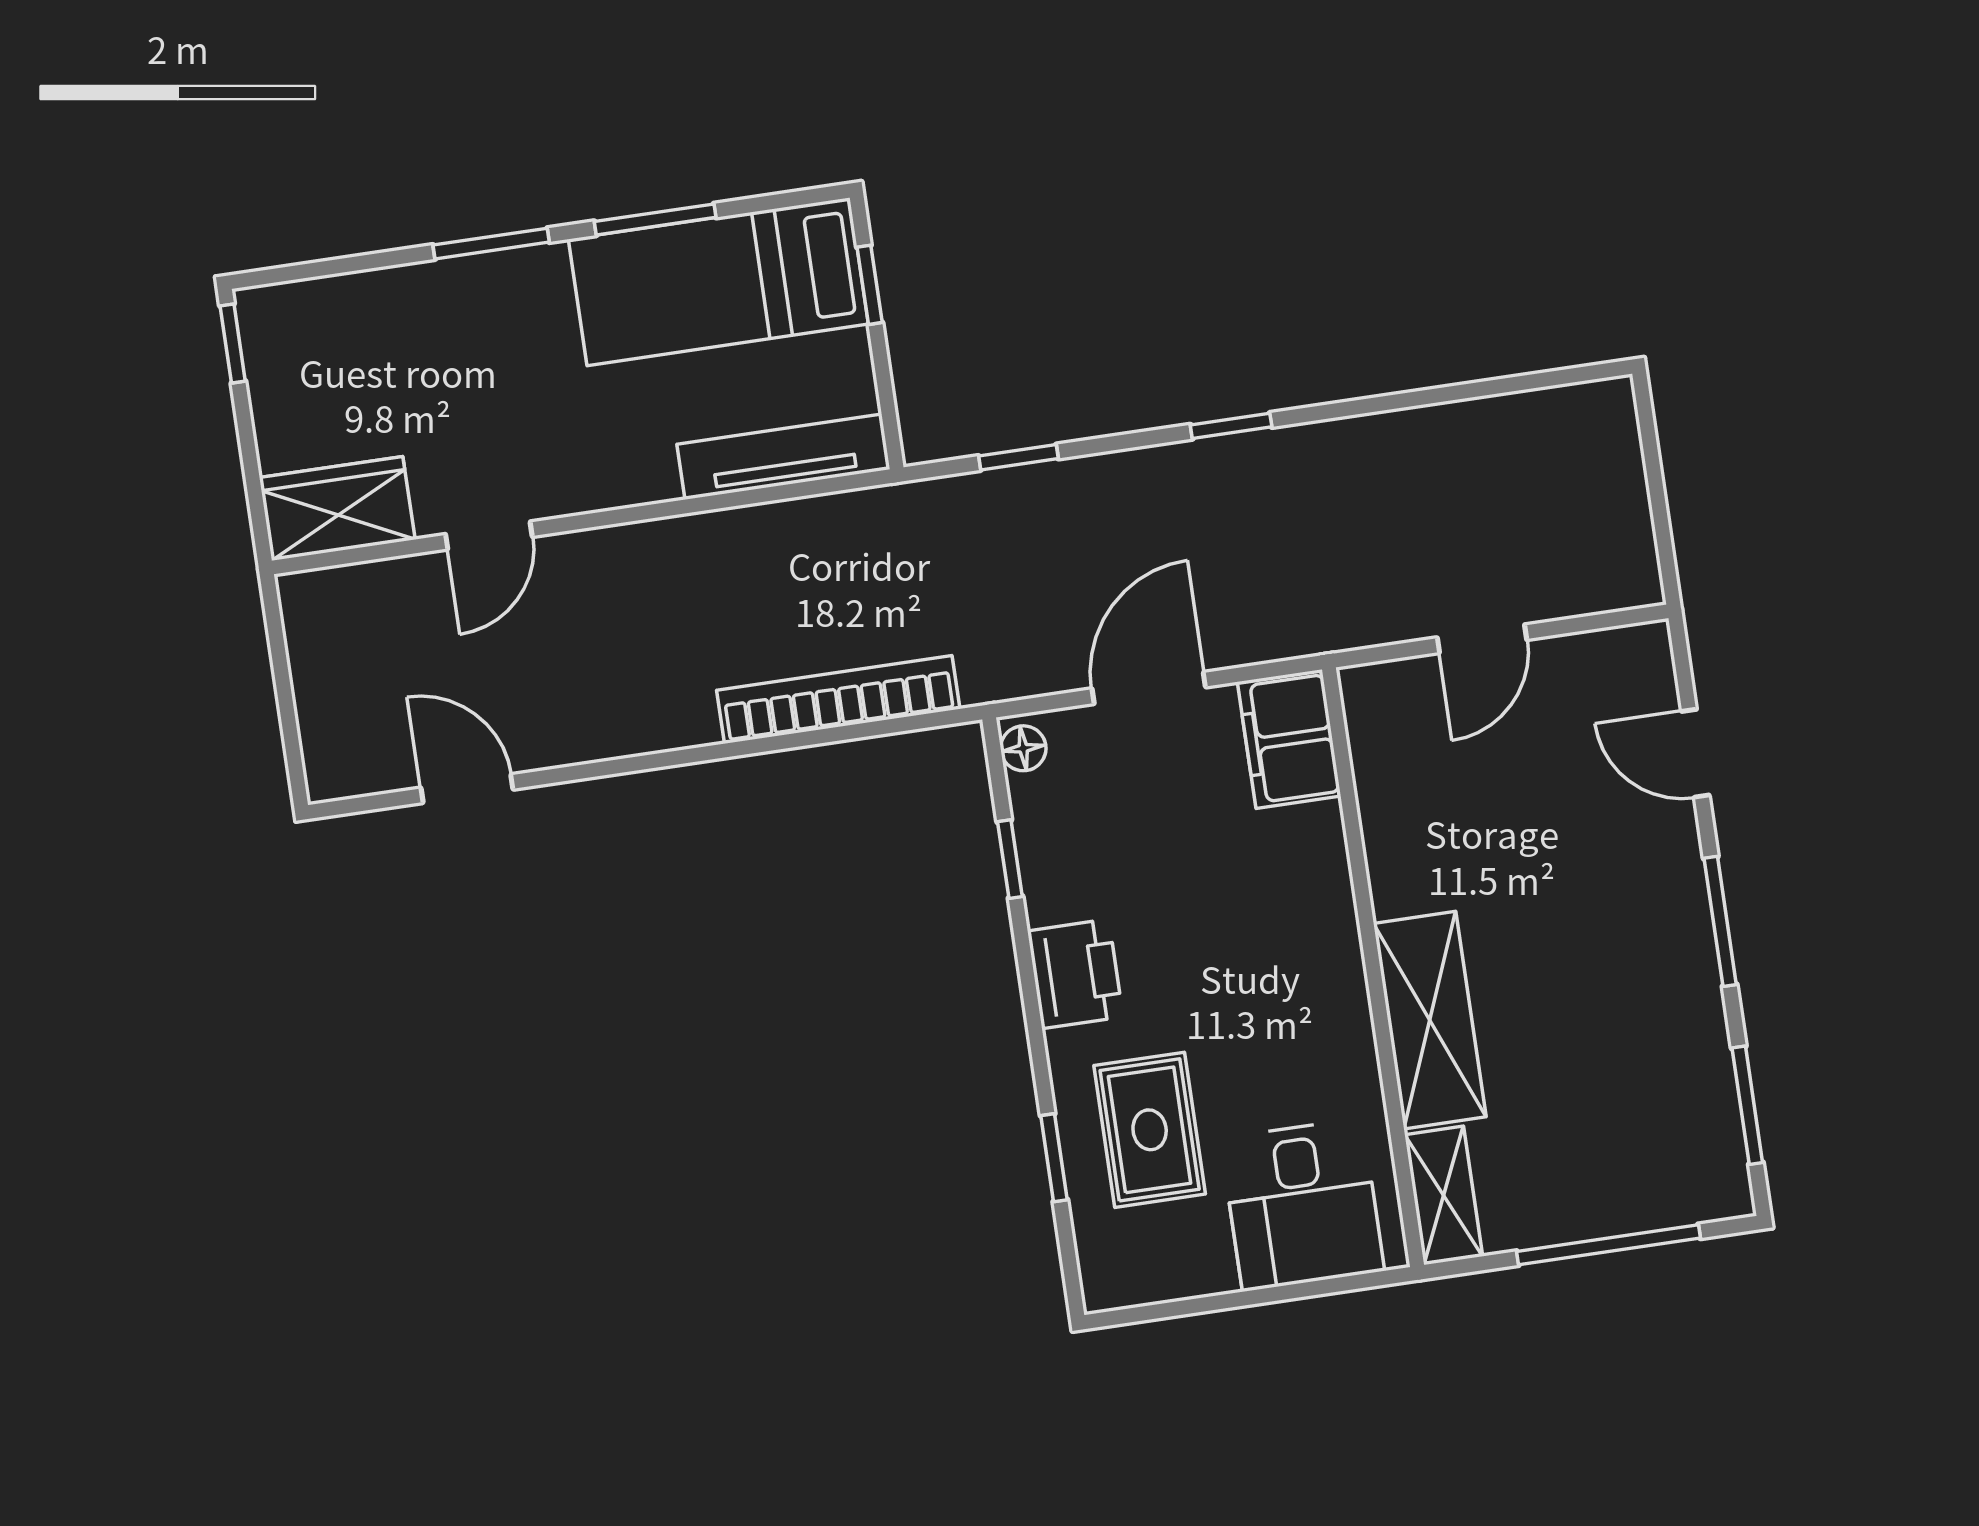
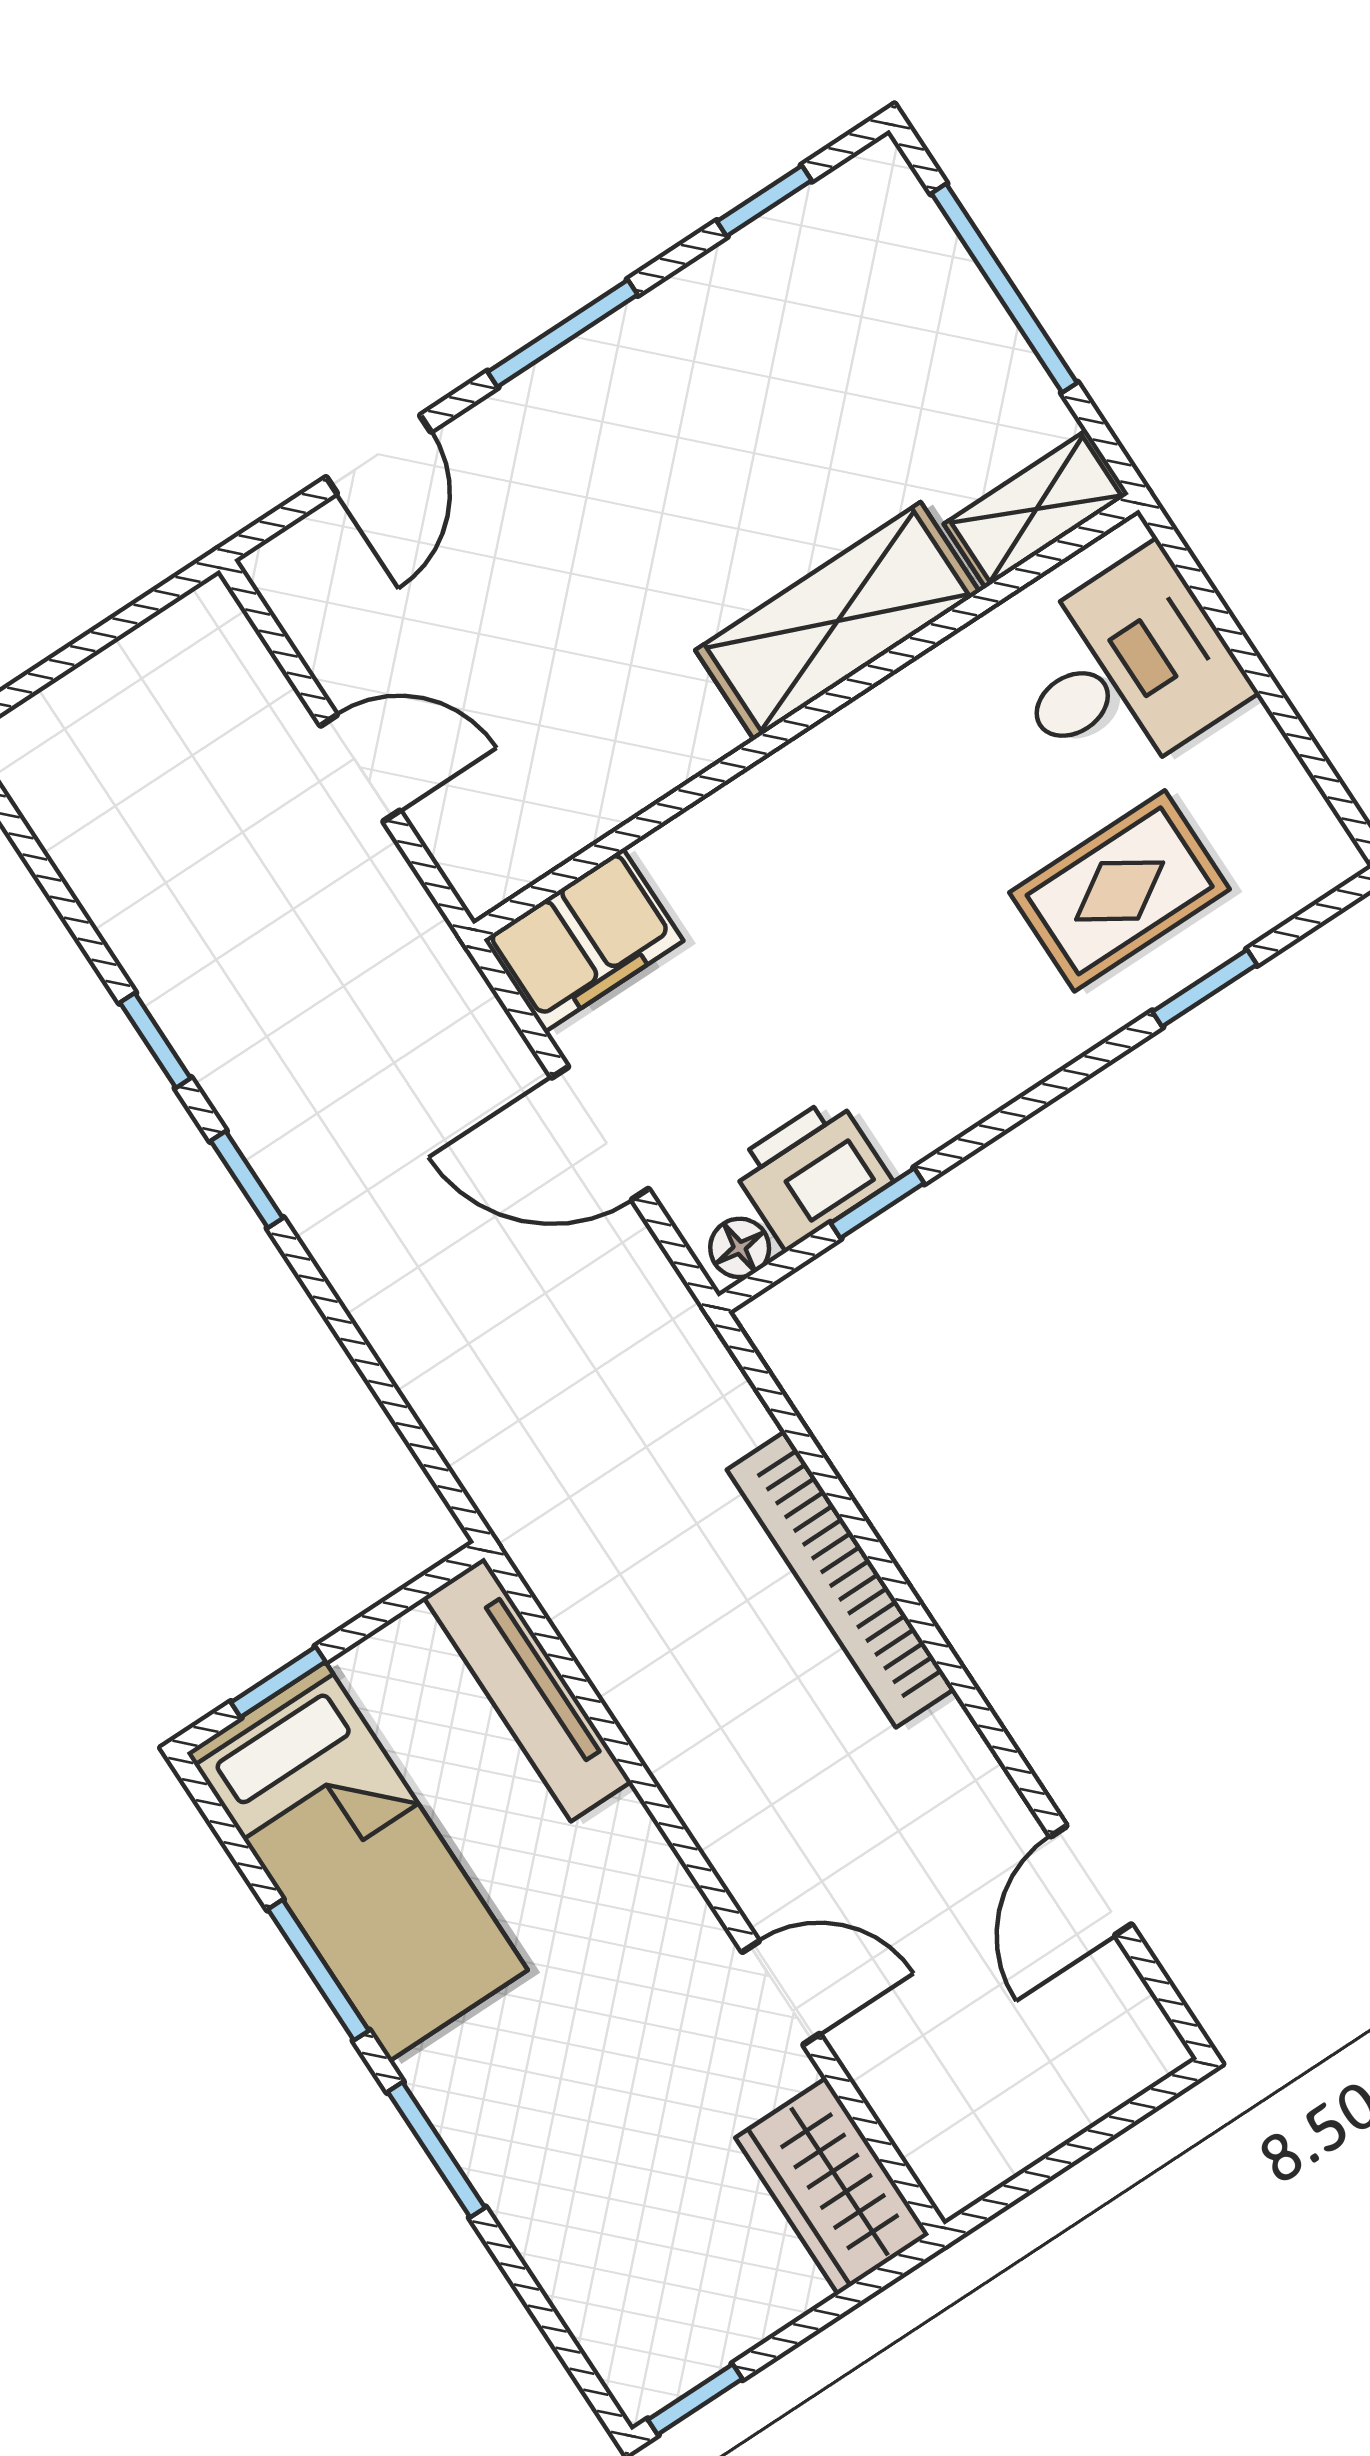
window: (1018, 457) -> (155, 1040), moved
bookcase: (838, 700) -> (841, 1579), moved
printer: (1075, 974) -> (811, 1173), moved
window: (1747, 1105) -> (764, 201), width x0.67

